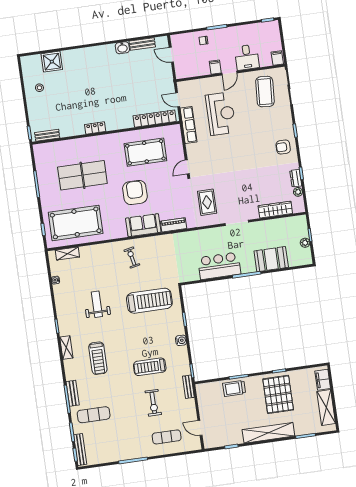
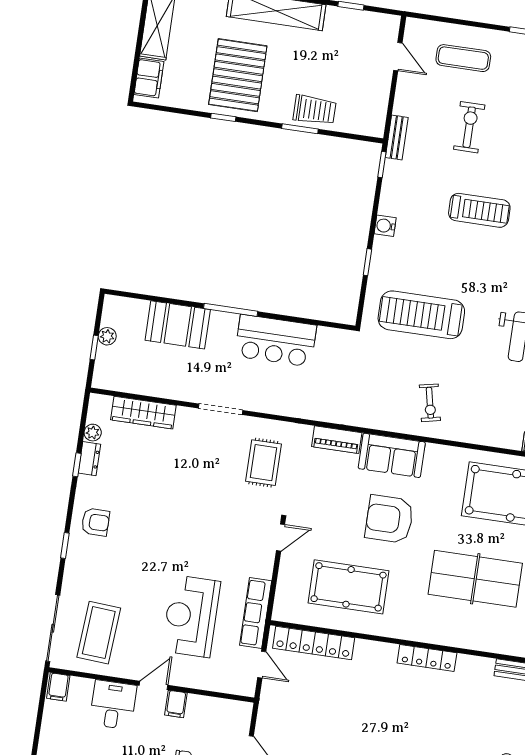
locker: (95, 128) -> (427, 658), width x1.53
armchair: (135, 193) -> (389, 519), turned 90
treadmill: (150, 367) -> (479, 210), moved

